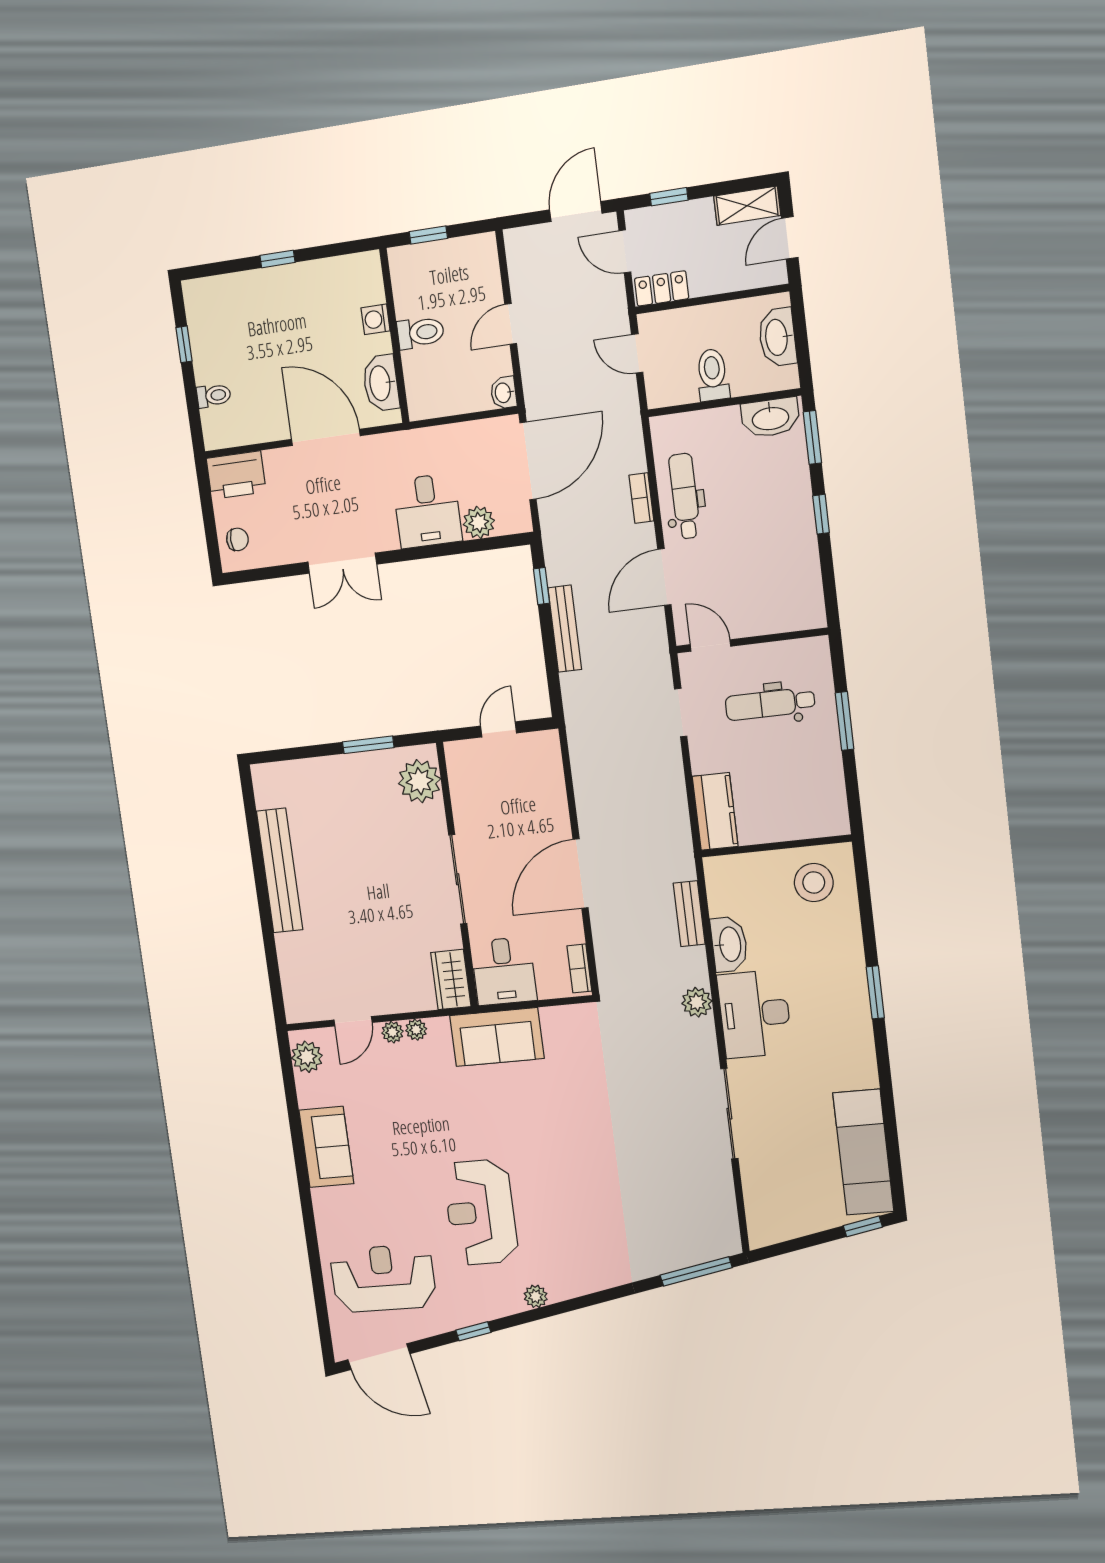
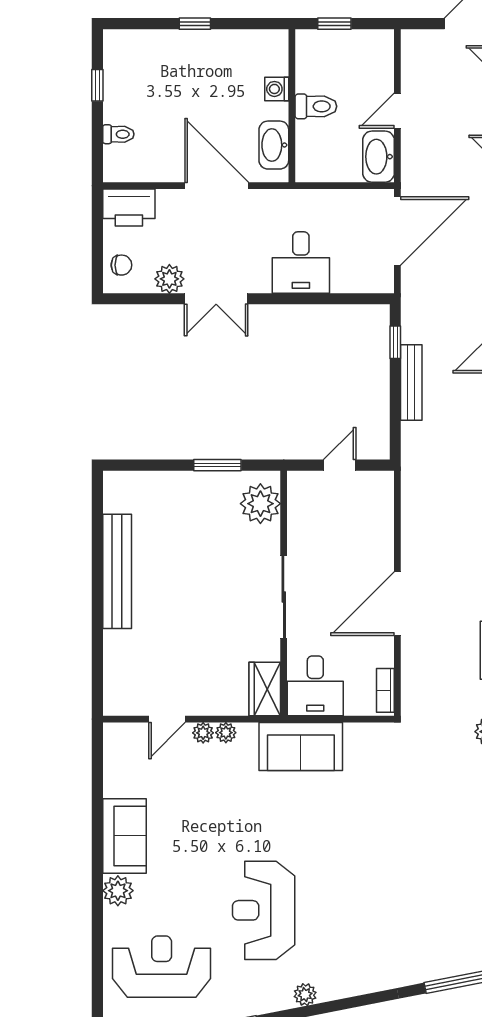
washbasin: (504, 393) -> (379, 157), width x1.91, depth x1.45
plant: (479, 522) -> (169, 279), moved
plant: (307, 1057) -> (118, 891), moved

